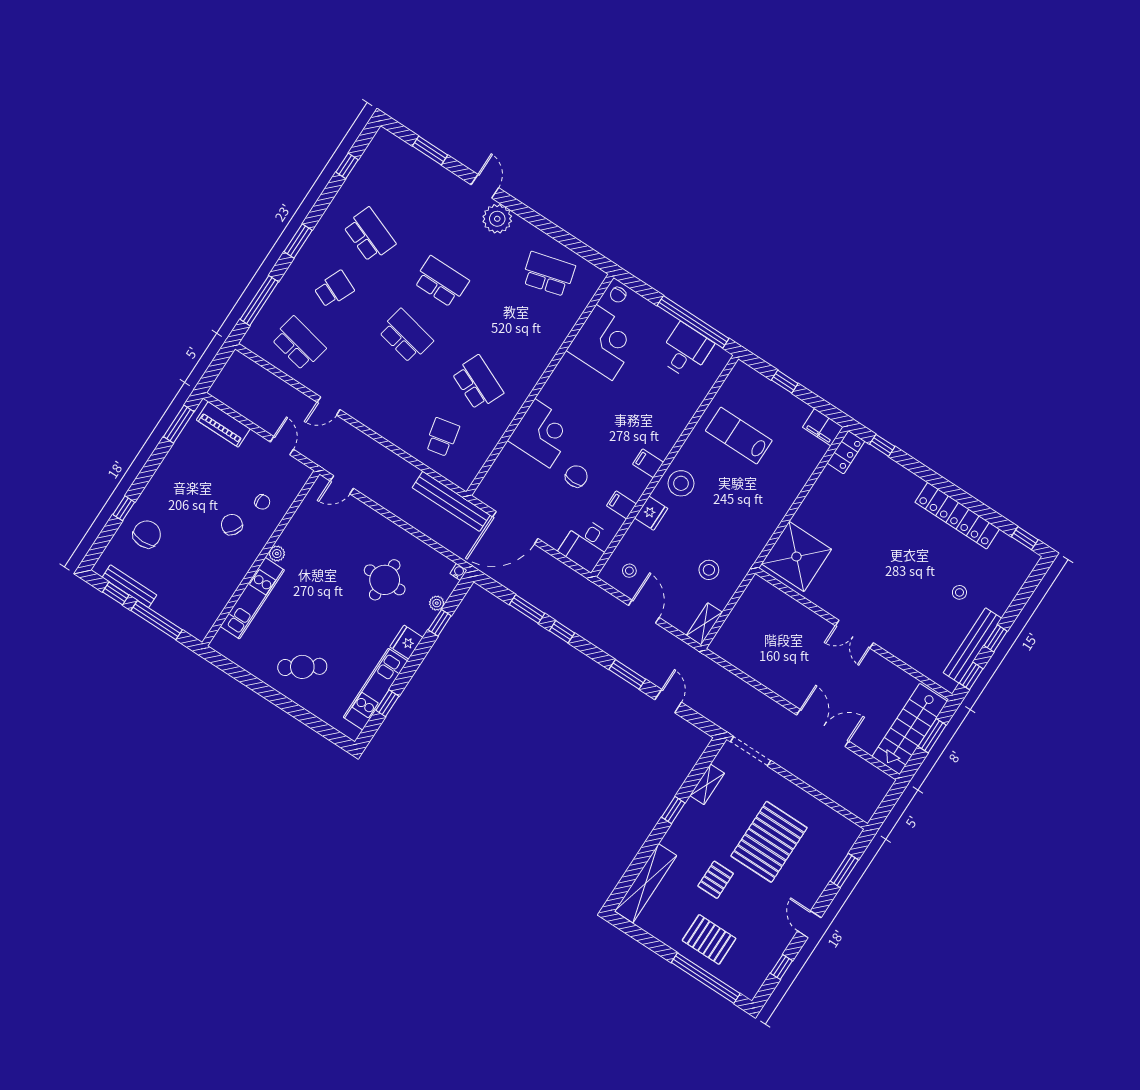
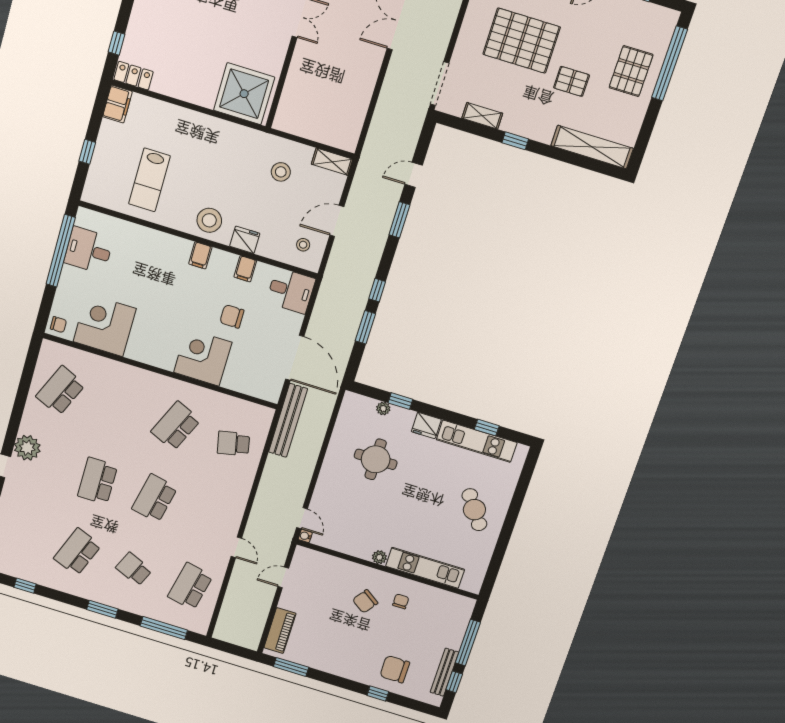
school desk: (548, 274) -> (60, 391), turned 39
chair: (262, 502) -> (401, 601), moved
water cooler: (458, 572) -> (305, 536), moved

